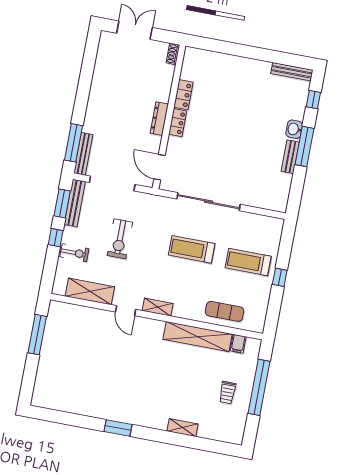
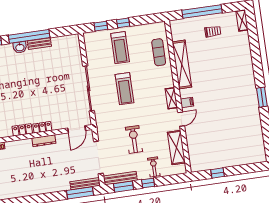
window: (304, 146) -> (29, 36), width x1.46
exercise bike: (120, 239) -> (134, 139), turned -90
window: (286, 246) -> (101, 26), added
window: (37, 335) -> (218, 173), width x0.46
filing cabinet: (238, 344) -> (187, 102), moved
shelving: (182, 428) -> (242, 20), moved

